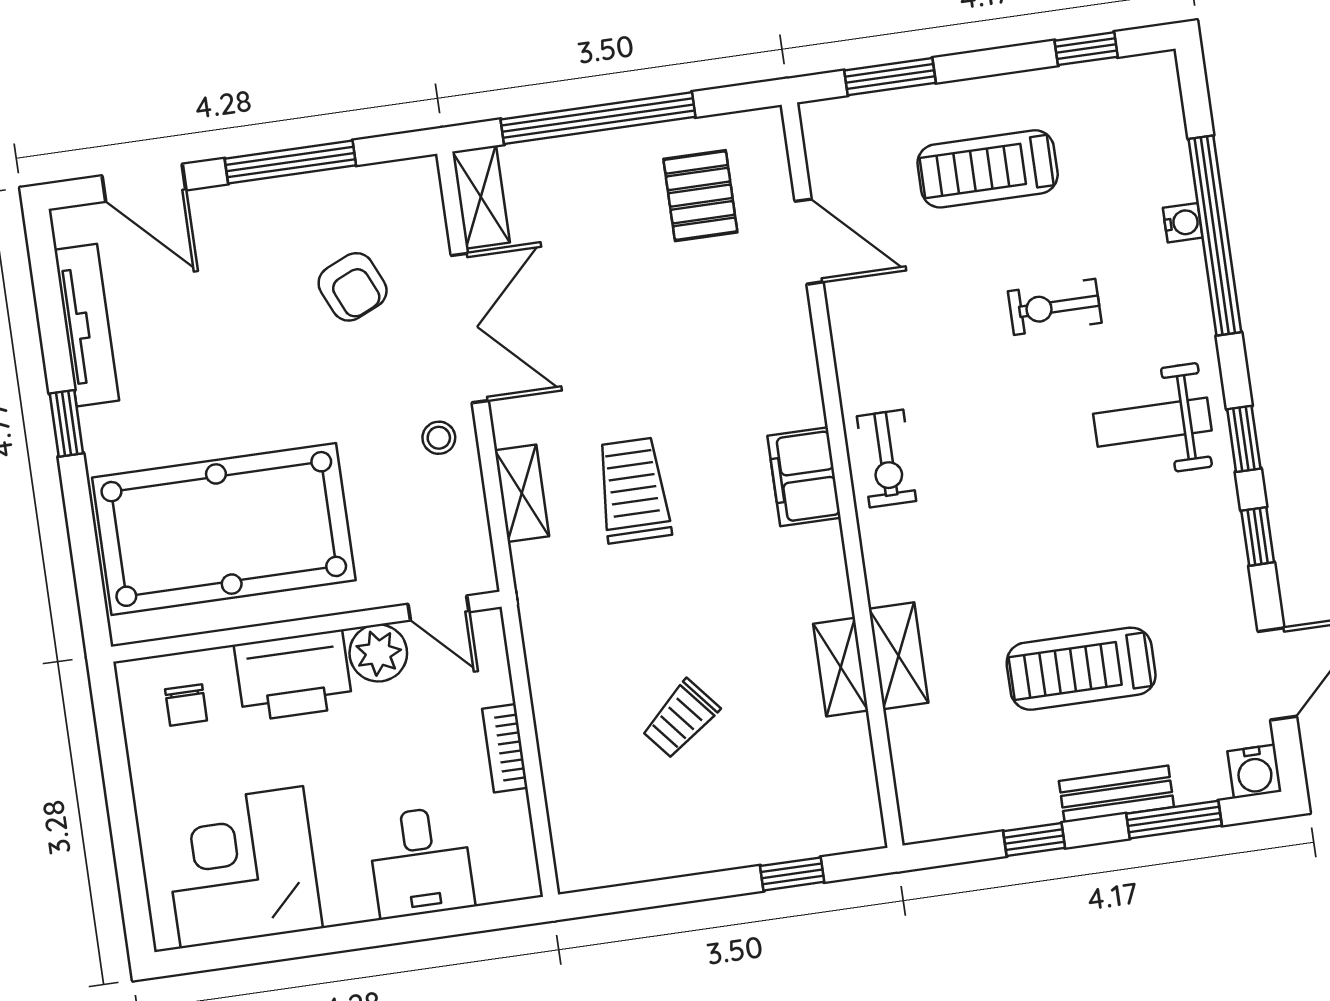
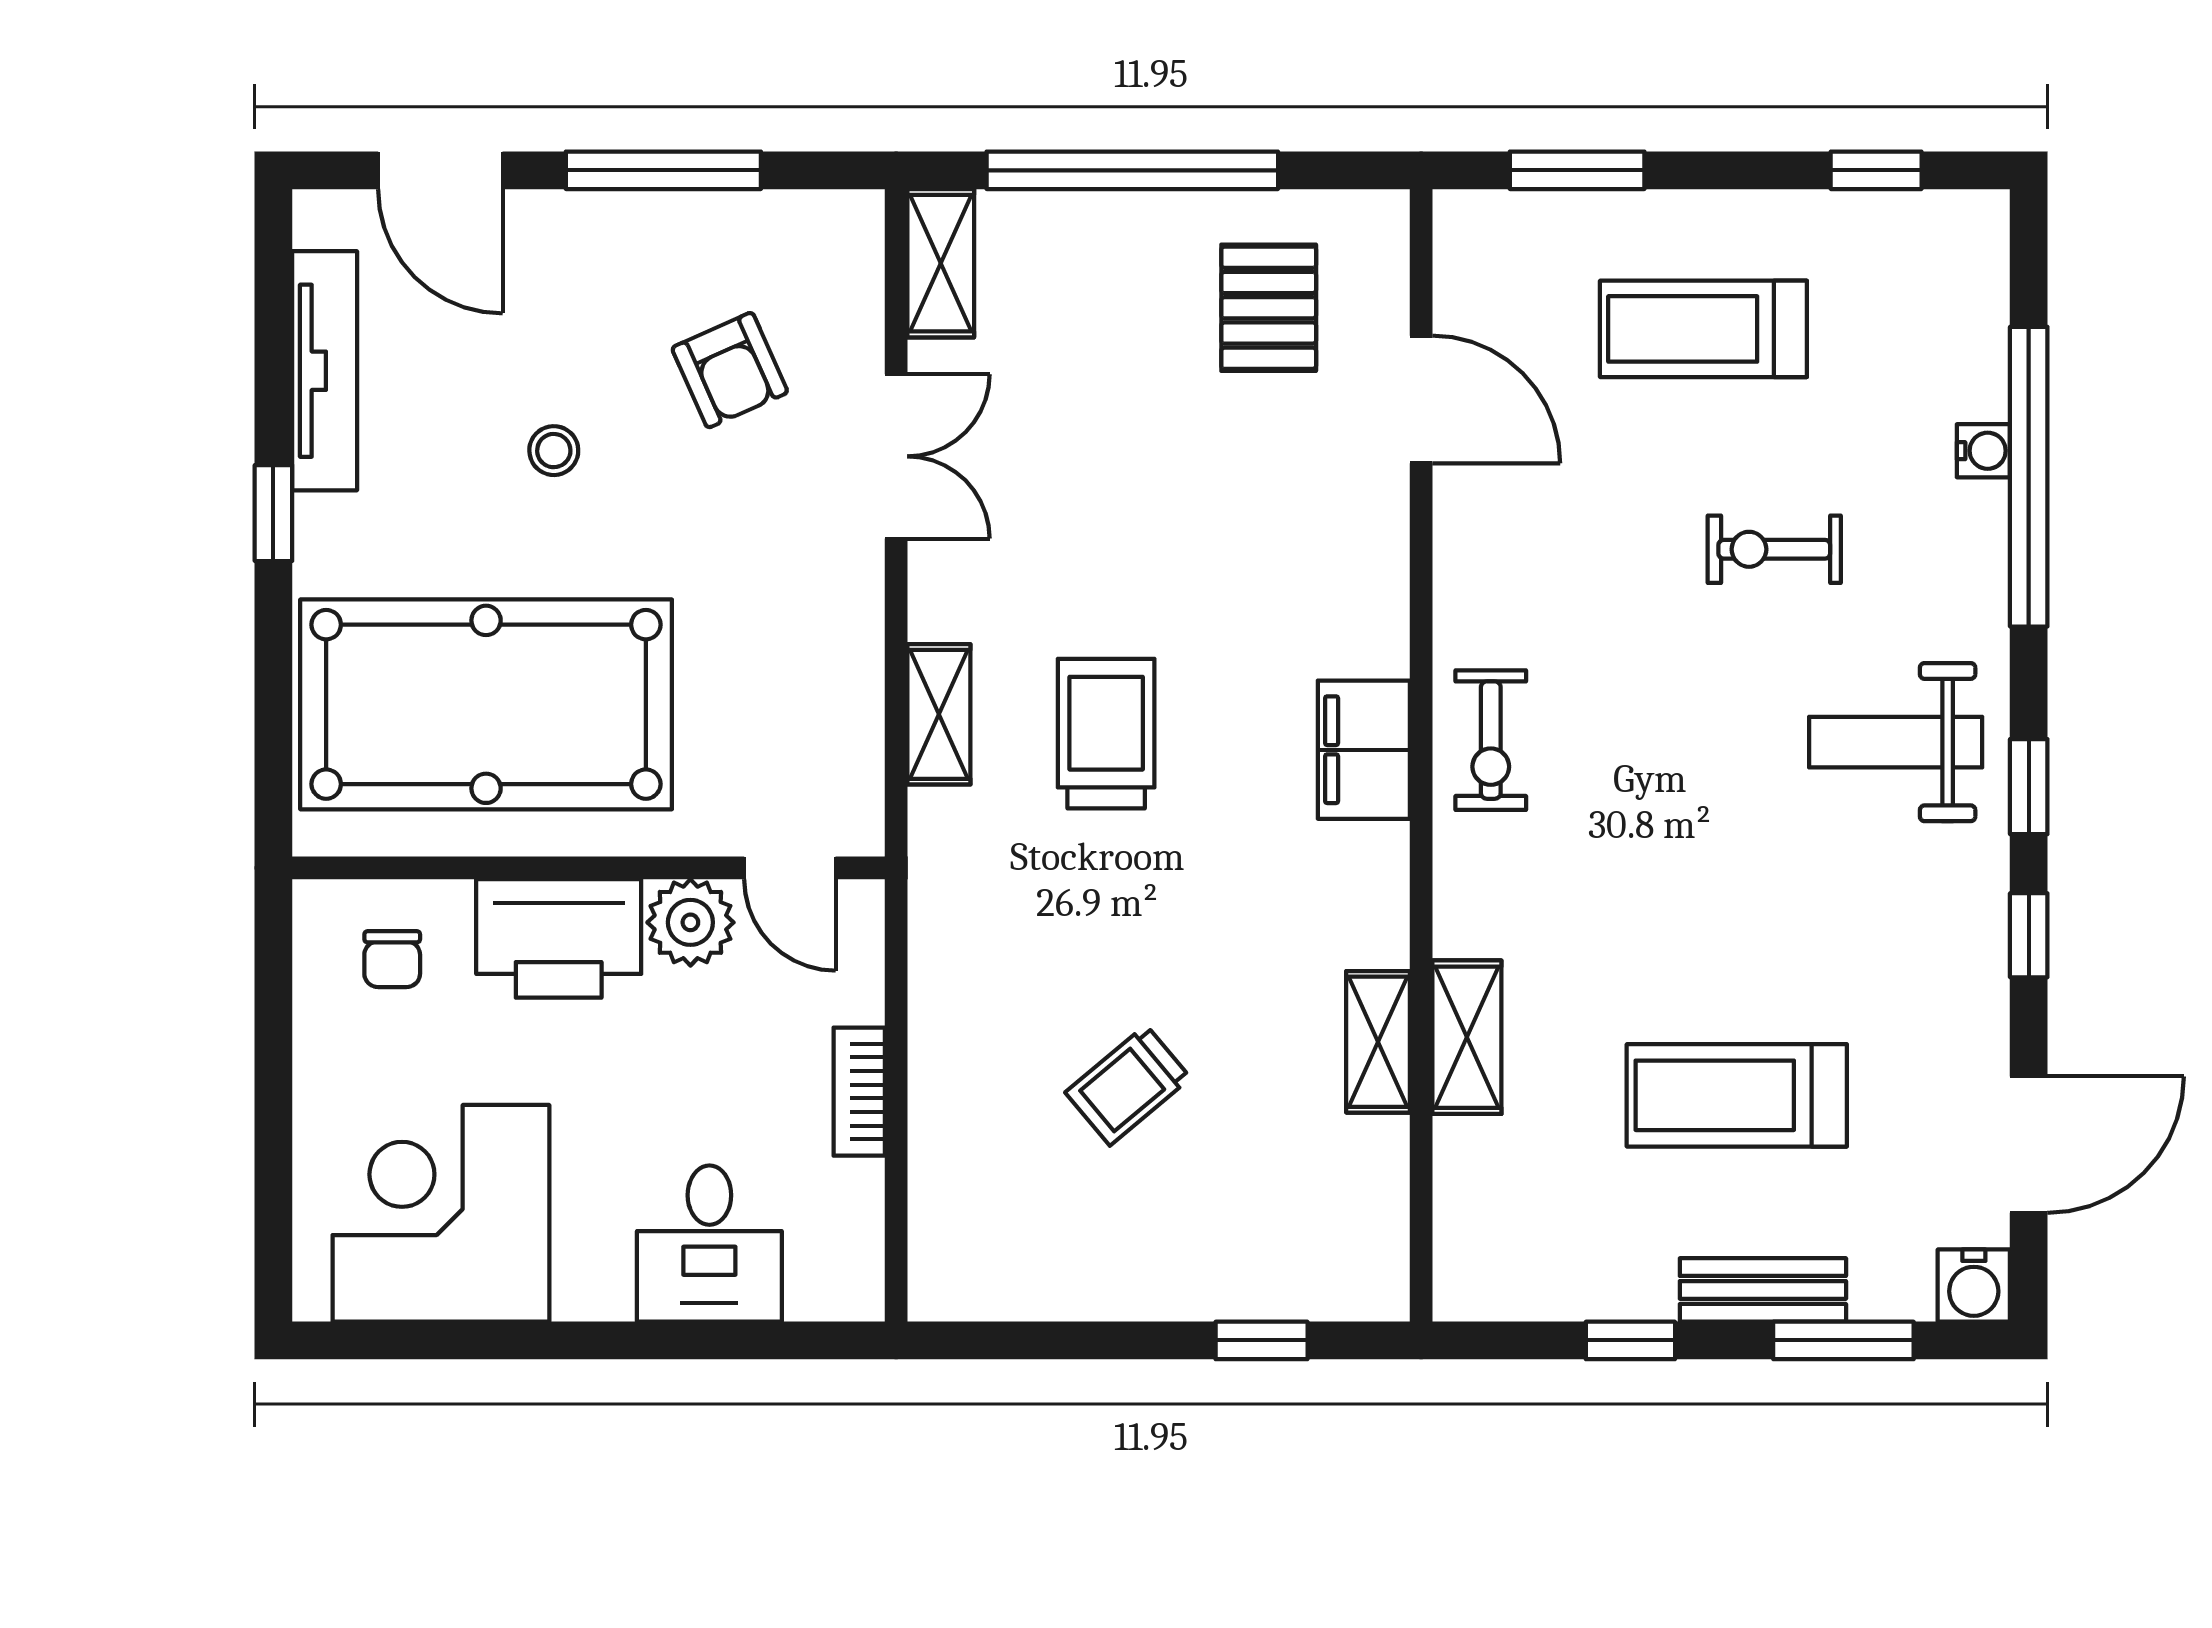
double door: (470, 328) -> (896, 456), width x0.73
stool: (439, 438) -> (554, 451), moved

